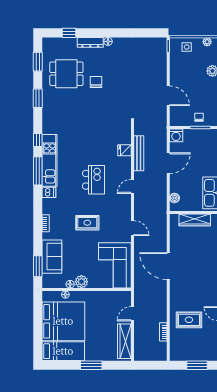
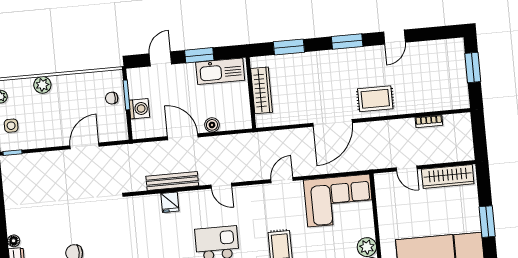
washing machine: (176, 135) -> (139, 109), moved
boiler: (174, 198) -> (212, 125), moved
rug: (189, 320) -> (375, 99), moved, turned 90

